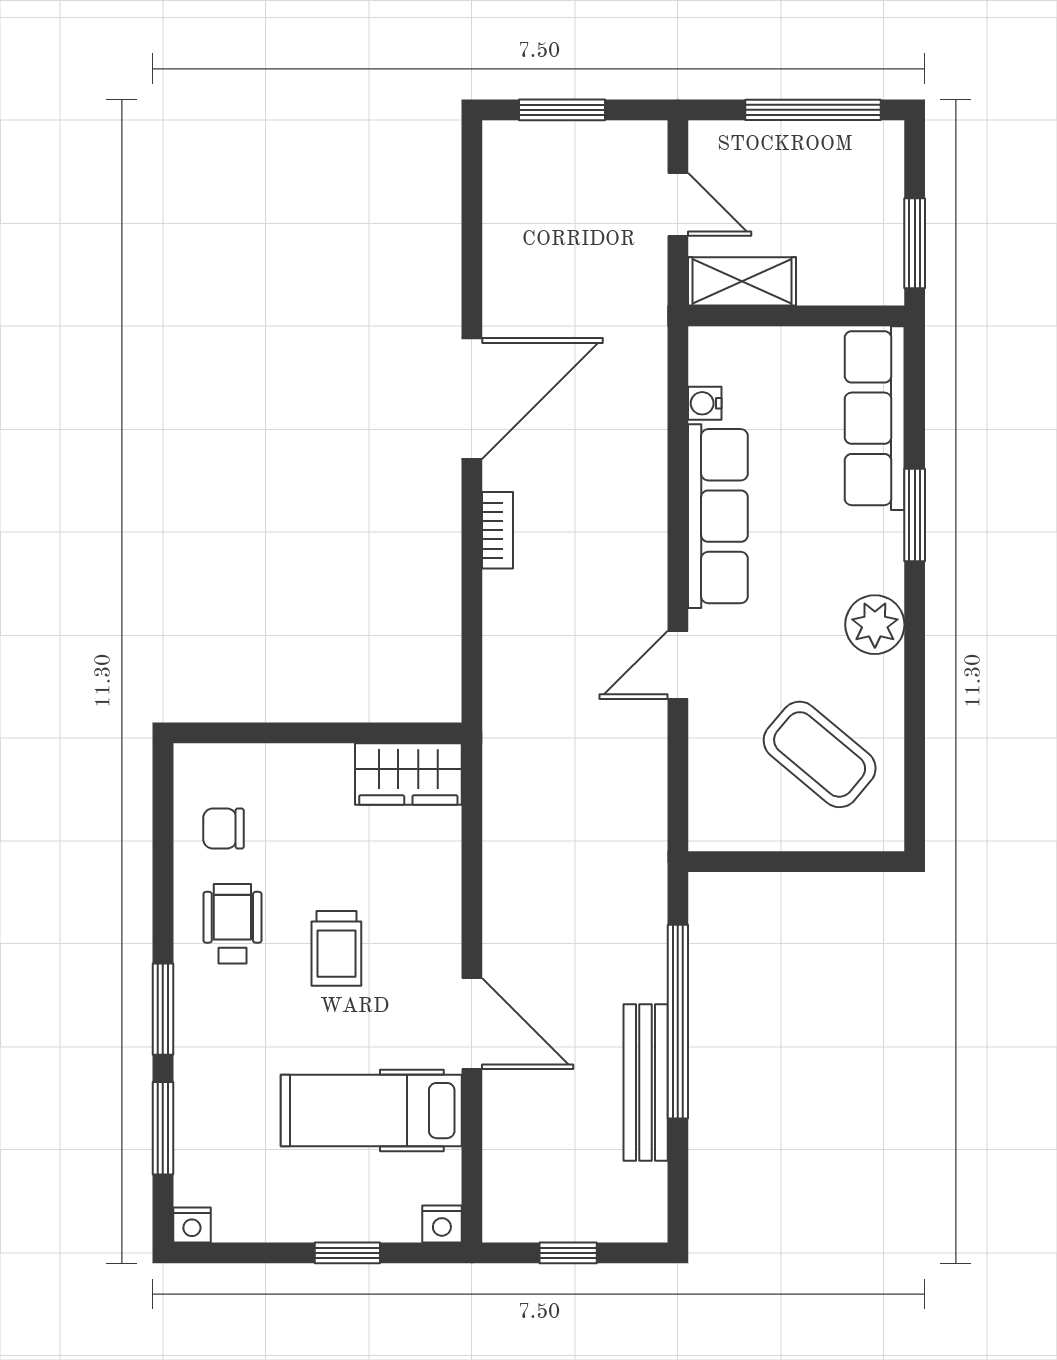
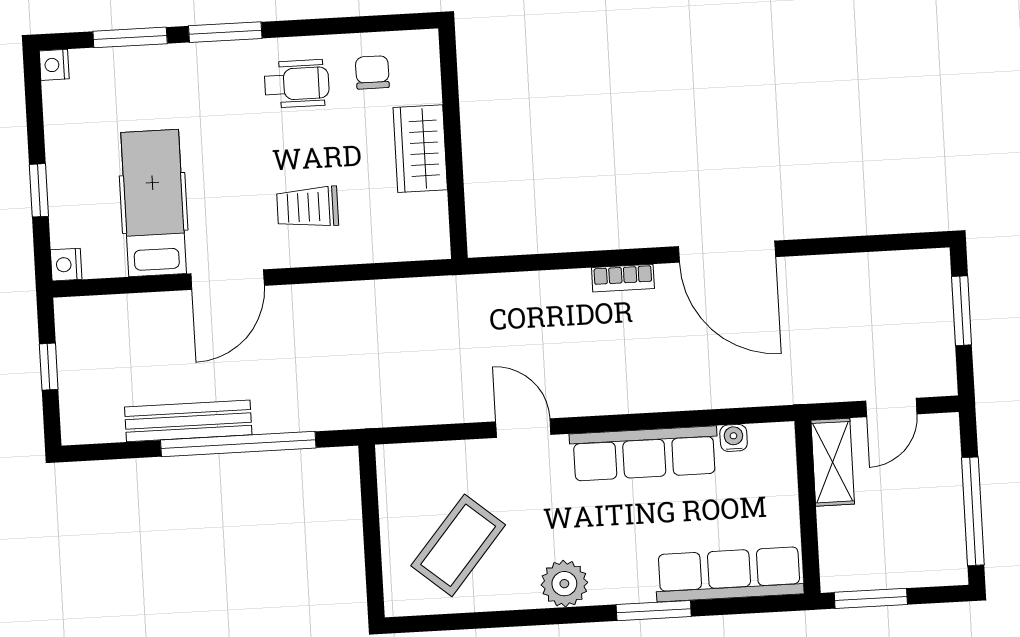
wardrobe: (408, 774) -> (420, 149), moved
trolley: (336, 948) -> (308, 207), moved

